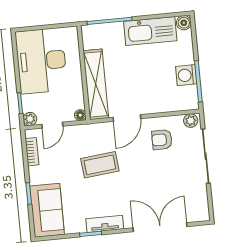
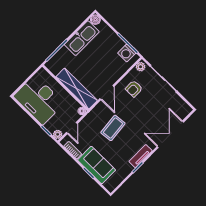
washing machine: (186, 75) -> (127, 53), moved
sofa: (47, 210) -> (97, 165), moved

